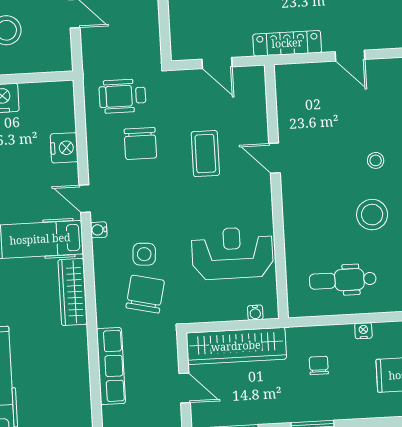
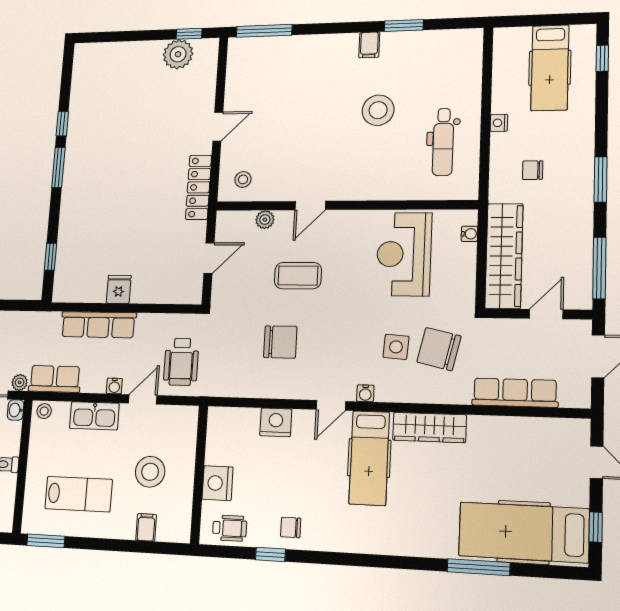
wheelchair: (122, 96) -> (181, 362), moved
plant: (258, 115) -> (265, 220), added
stool: (376, 160) -> (243, 179), moved

